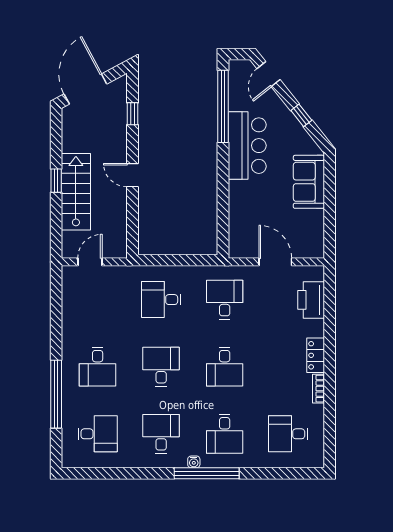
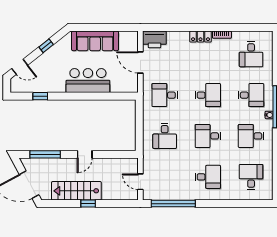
window: (223, 106) -> (40, 96), width x0.32
window: (132, 114) -> (45, 154), width x2.17
bar counter: (247, 146) -> (88, 81), moved
sofa: (309, 182) -> (95, 41), width x1.36
stairs: (76, 192) -> (76, 191), moved
door: (275, 262) -> (140, 62), hinge flipped
printer: (311, 300) -> (154, 39), moved
window: (56, 394) -> (173, 204), moved

